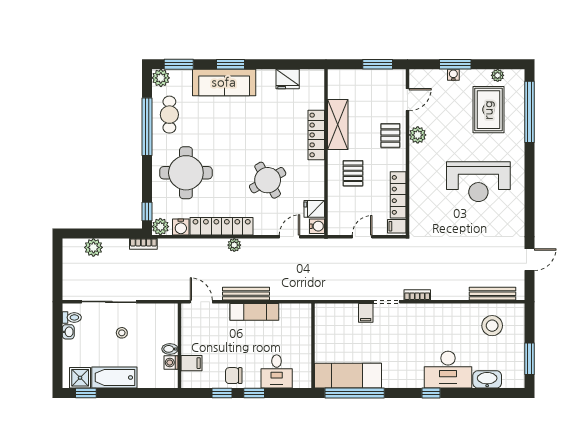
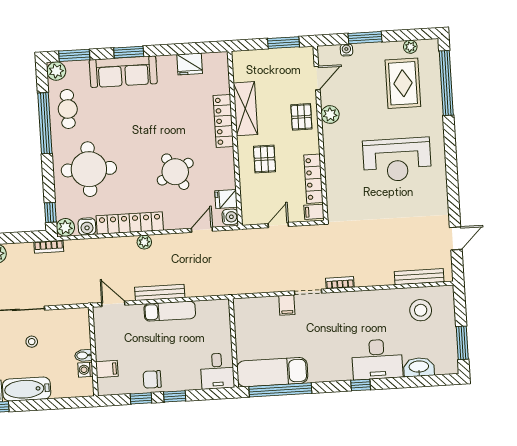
water cooler: (453, 75) -> (346, 50), moved
desk: (277, 371) -> (217, 371), moved

